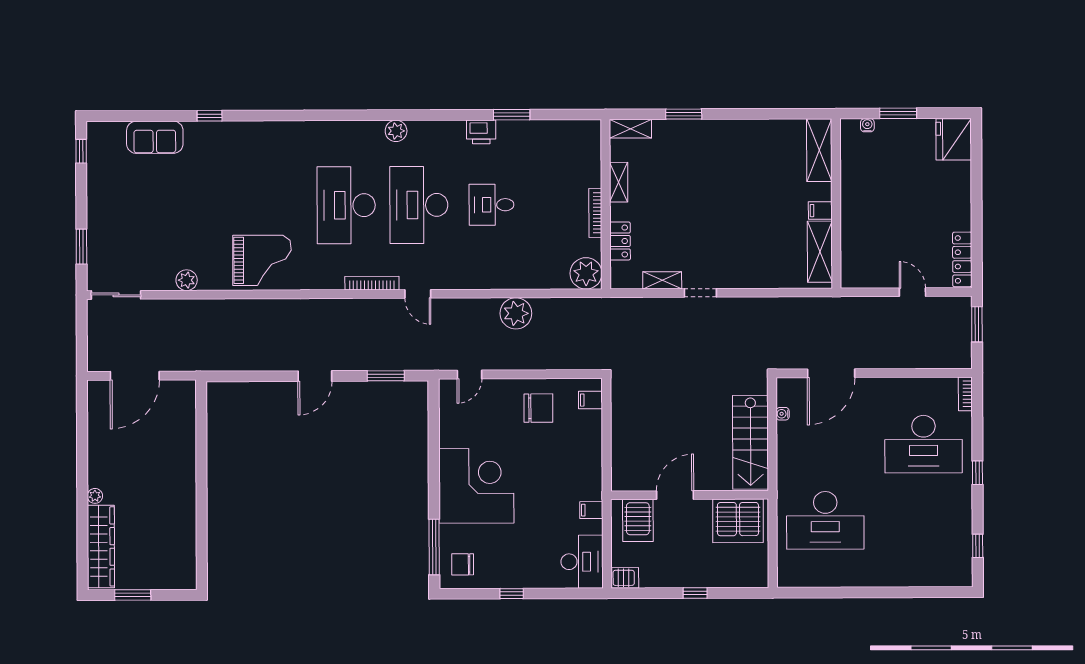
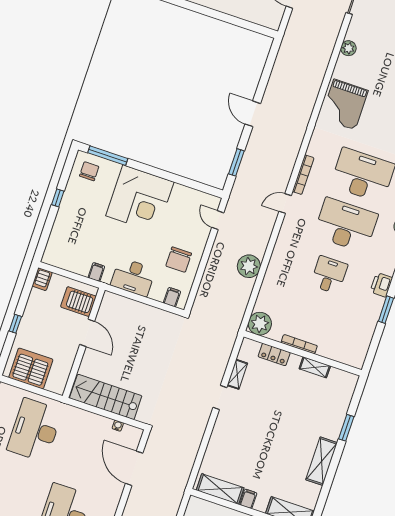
shelving: (631, 129) -> (322, 461), moved, width x1.50, depth x1.33
server rack: (738, 521) -> (31, 369), moved, turned 90
desk: (582, 562) -> (133, 277), moved

